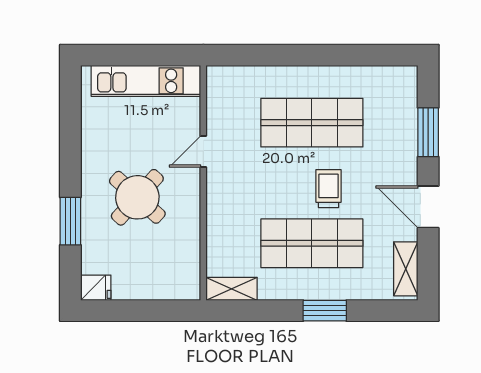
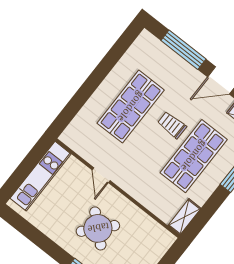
window: (428, 132) -> (183, 50), width x1.44

